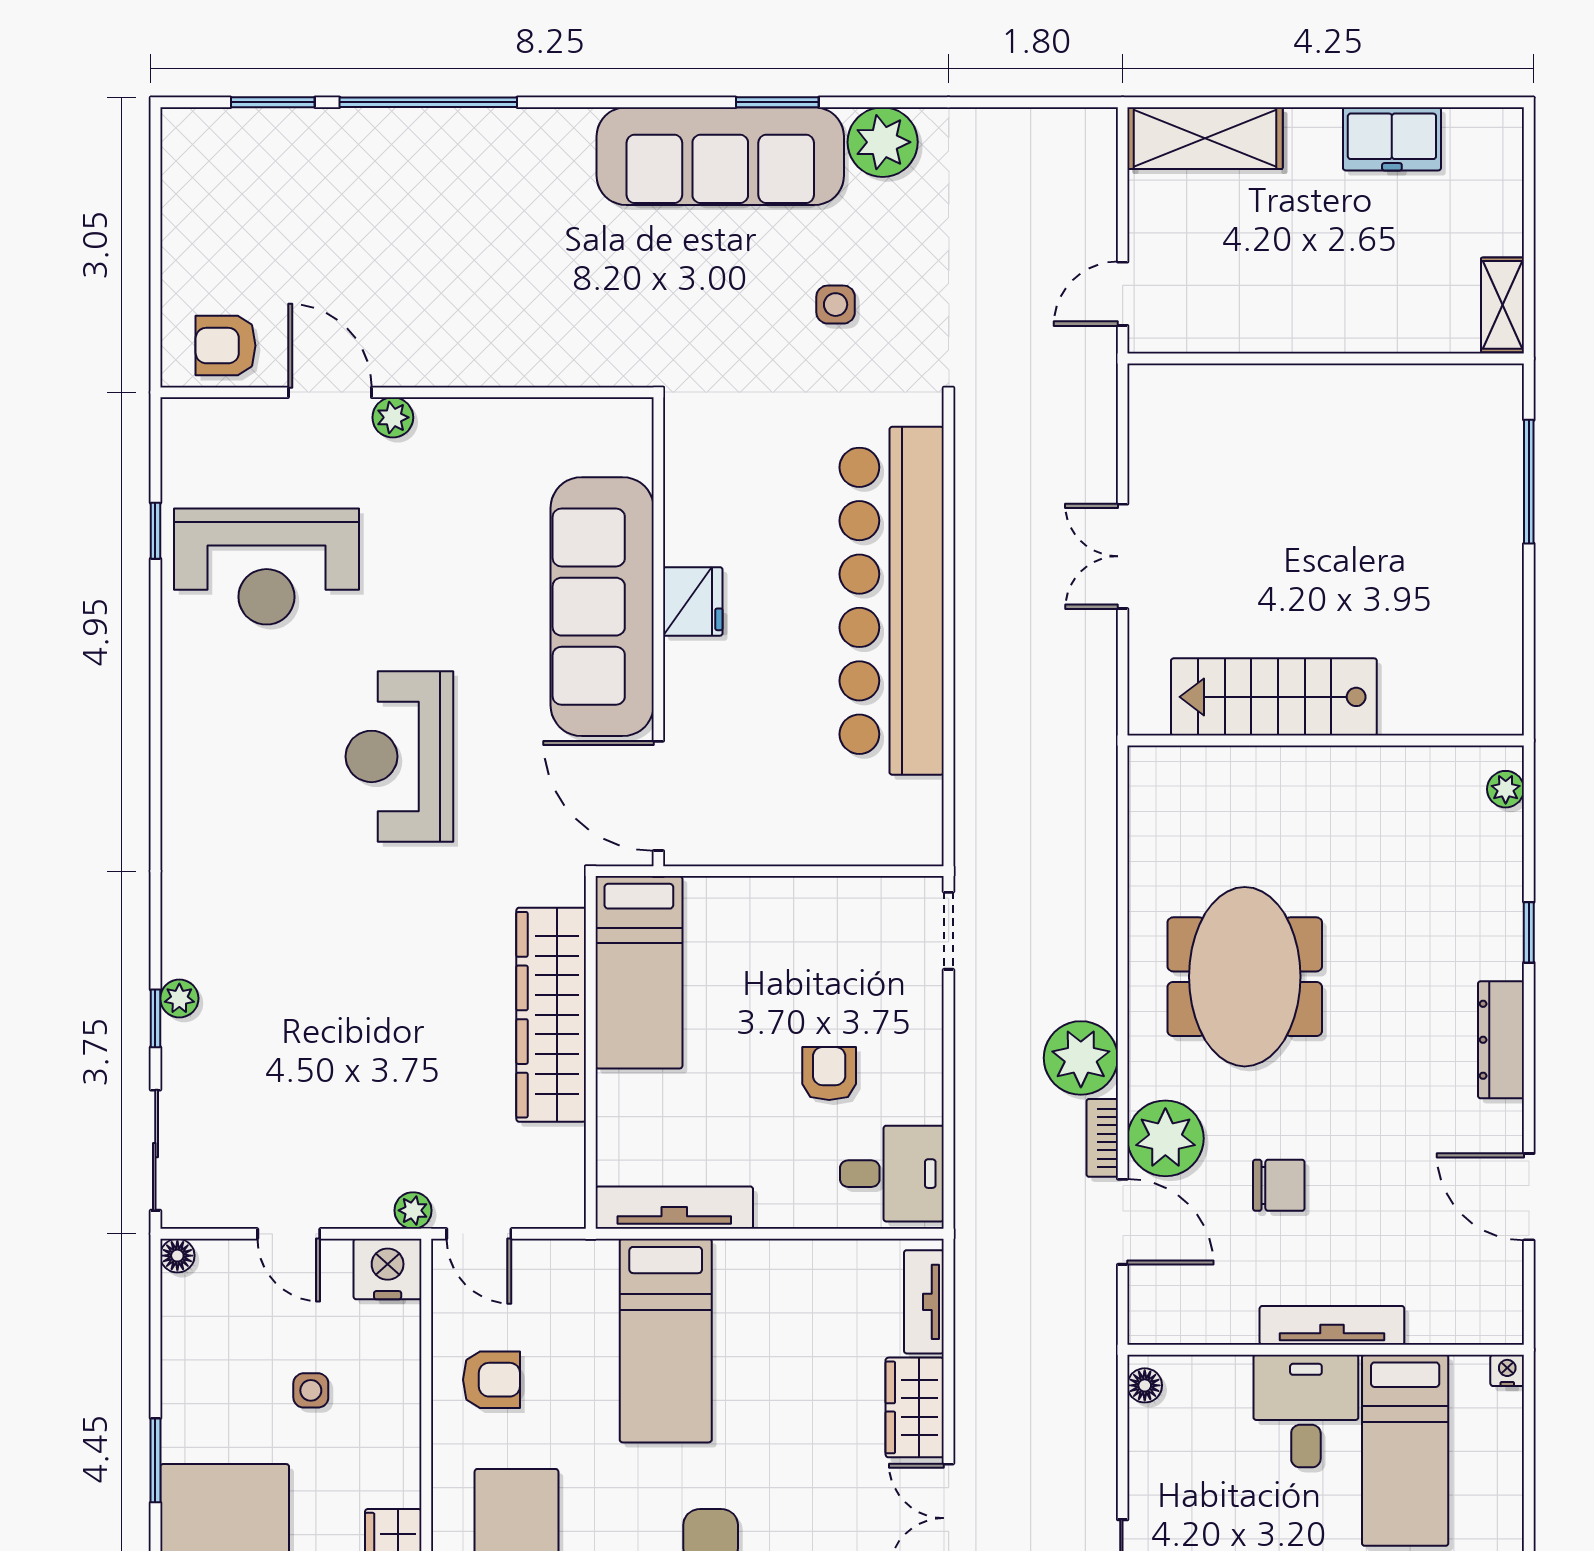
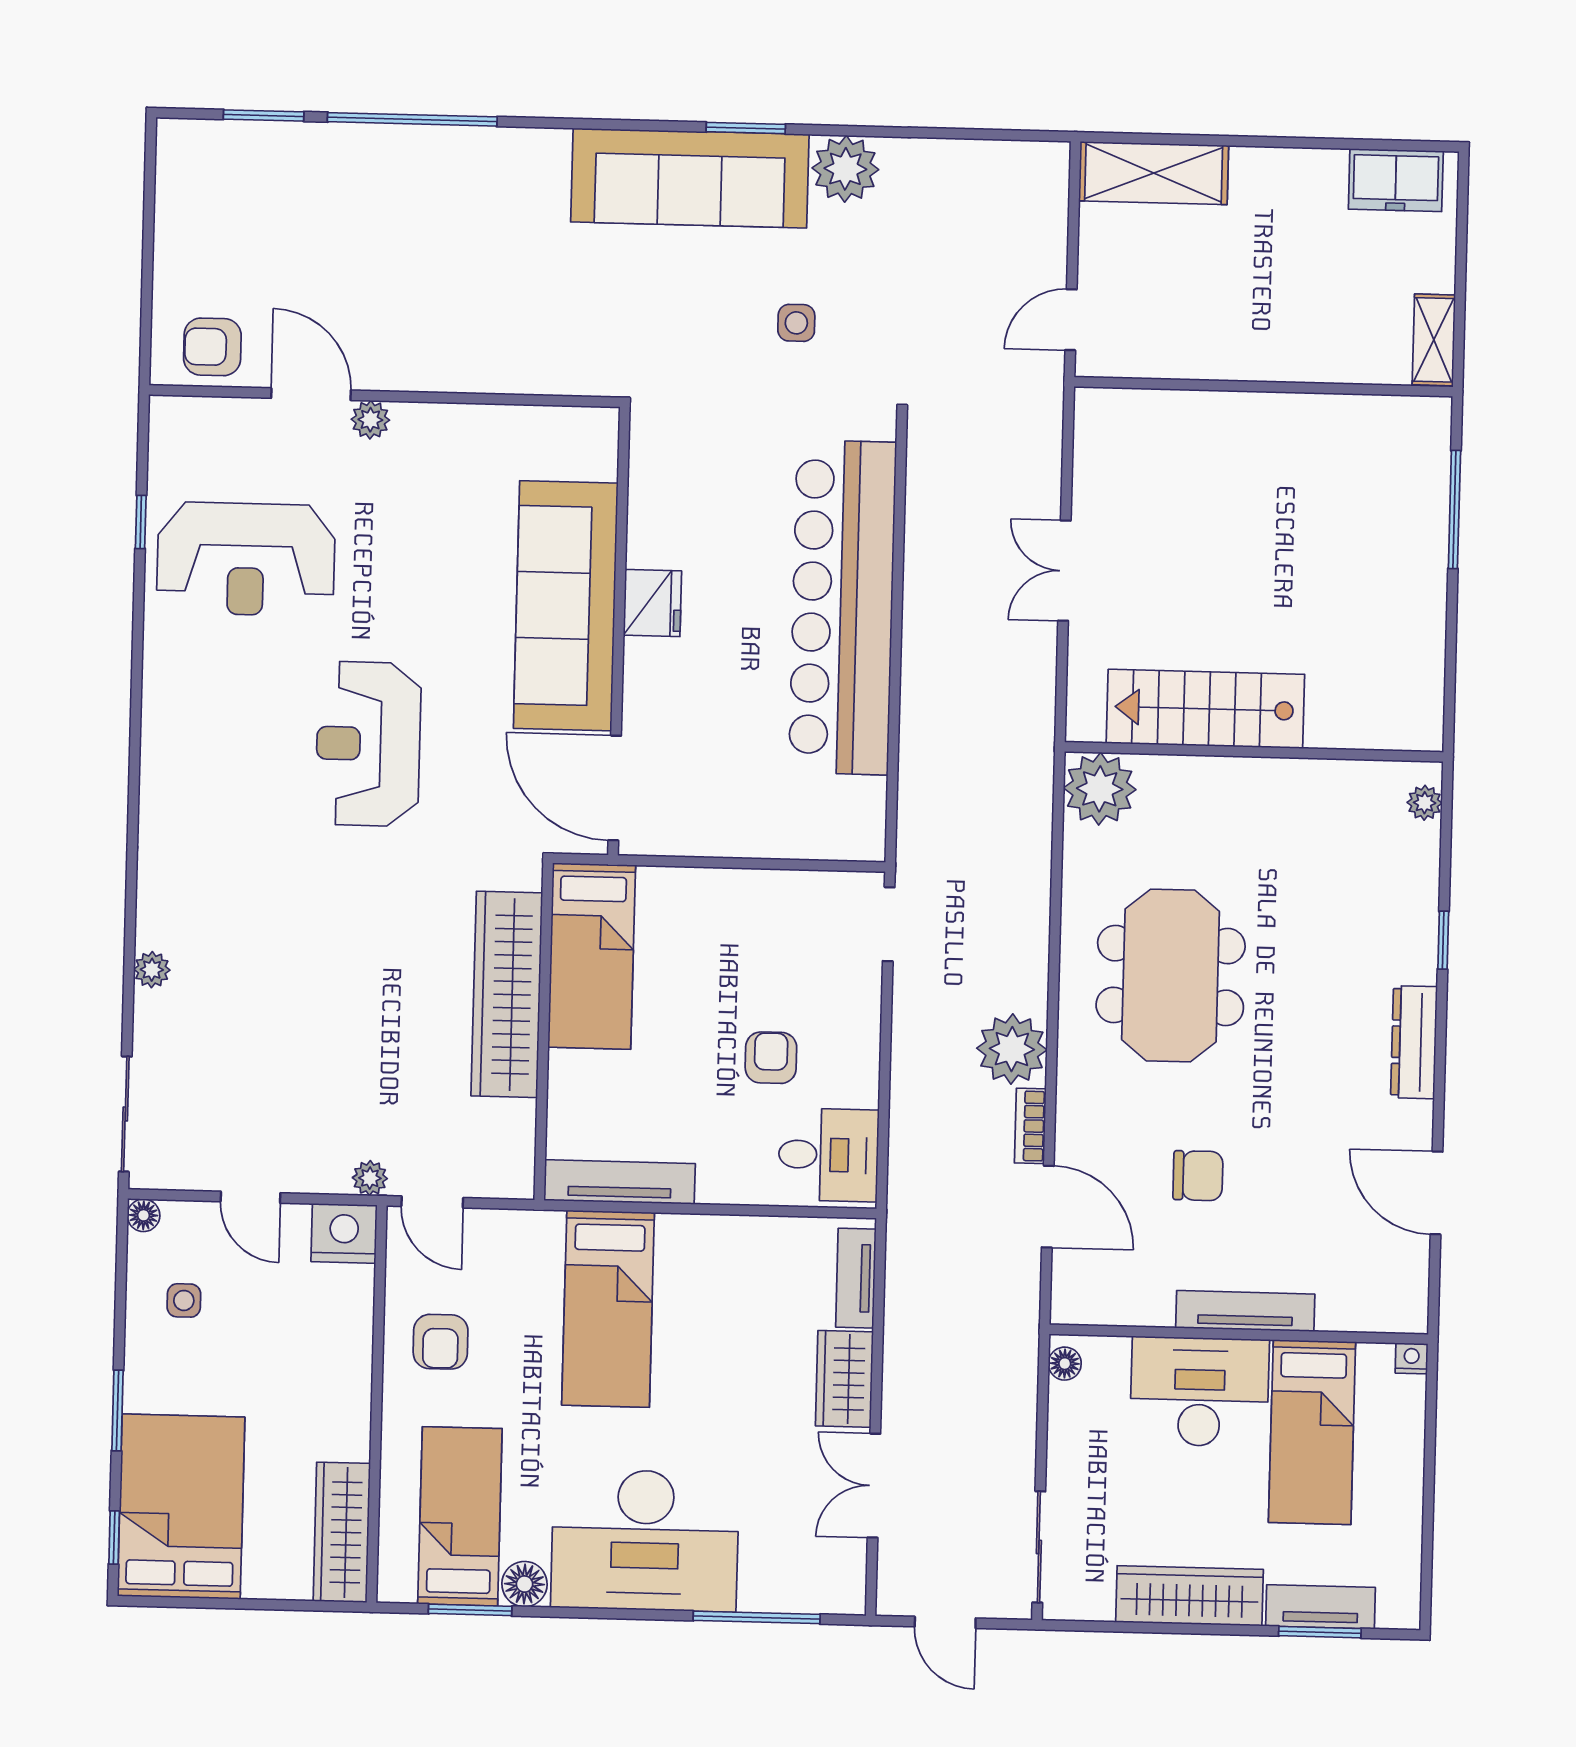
freezer: (1392, 139) -> (1396, 180), moved
window: (155, 1018) -> (129, 988), removed
plant: (1165, 1138) -> (1100, 789), moved
armchair: (491, 1380) -> (441, 1342), turned 90
side table: (311, 1390) -> (184, 1300), moved
desk: (1306, 1411) -> (1200, 1392), width x1.37

